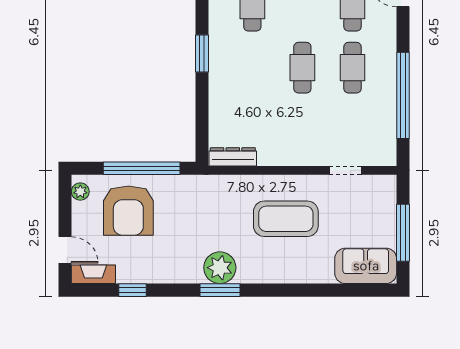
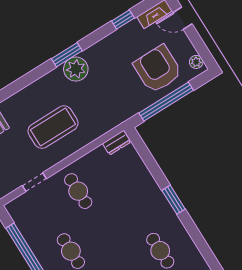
cafe table: (302, 68) -> (78, 191), moved
dresser: (233, 157) -> (117, 143), width x0.70

